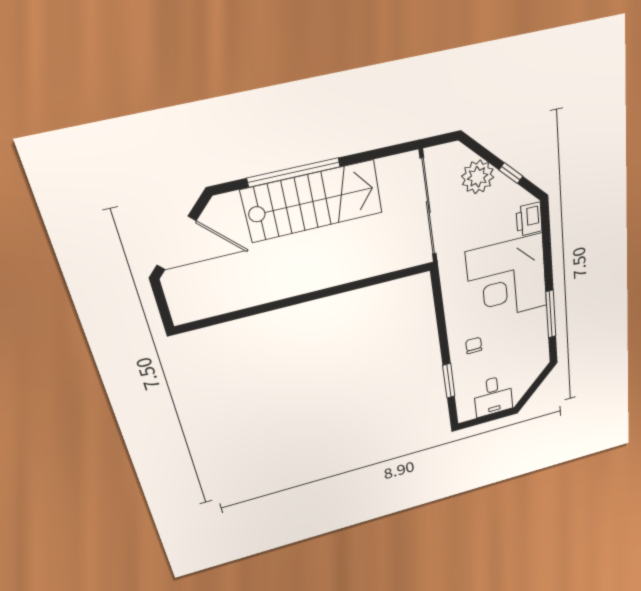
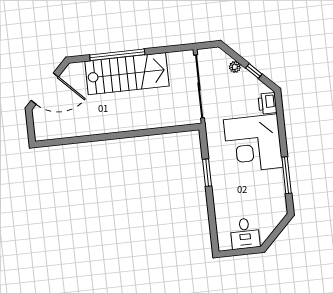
plant: (478, 177) -> (235, 67), width x0.53, depth x0.53
chair: (474, 345) -> (230, 190), removed
window: (449, 381) -> (207, 173), moved

